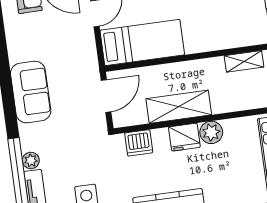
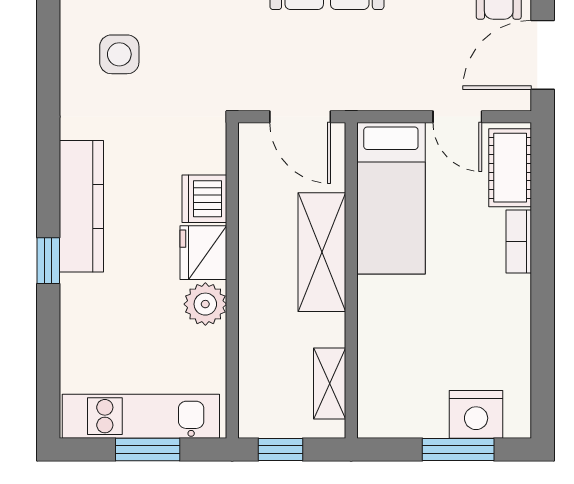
shelving: (179, 107) -> (322, 252), moved
dishwasher: (139, 143) -> (204, 199), moved

